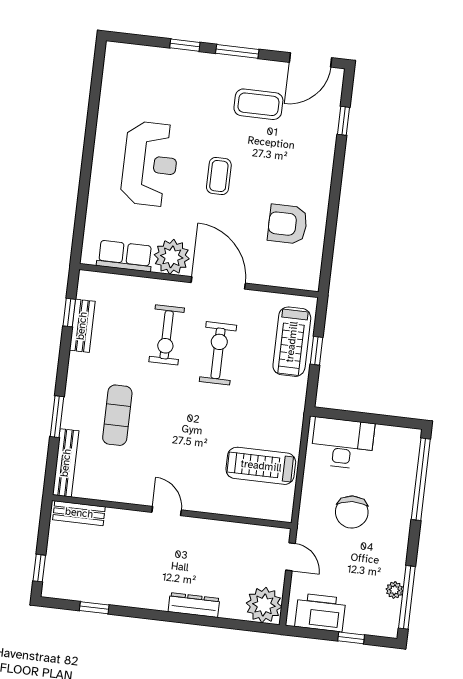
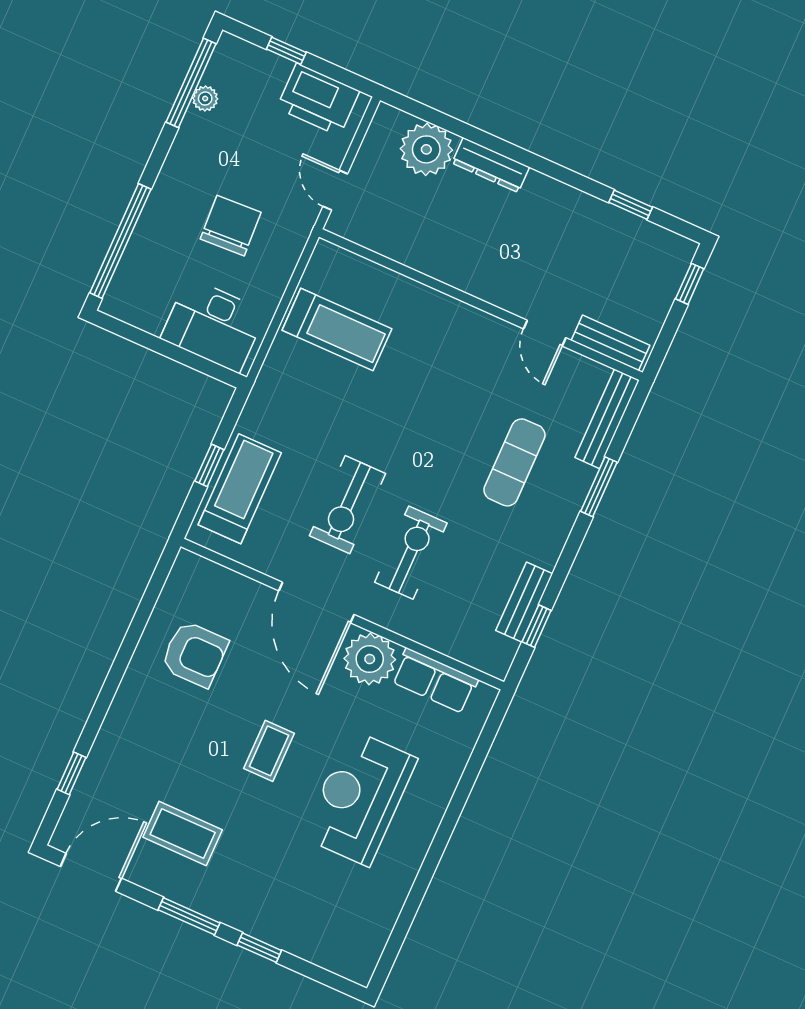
door: (167, 511) -> (545, 333), moved
plant: (264, 605) -> (426, 149), moved

